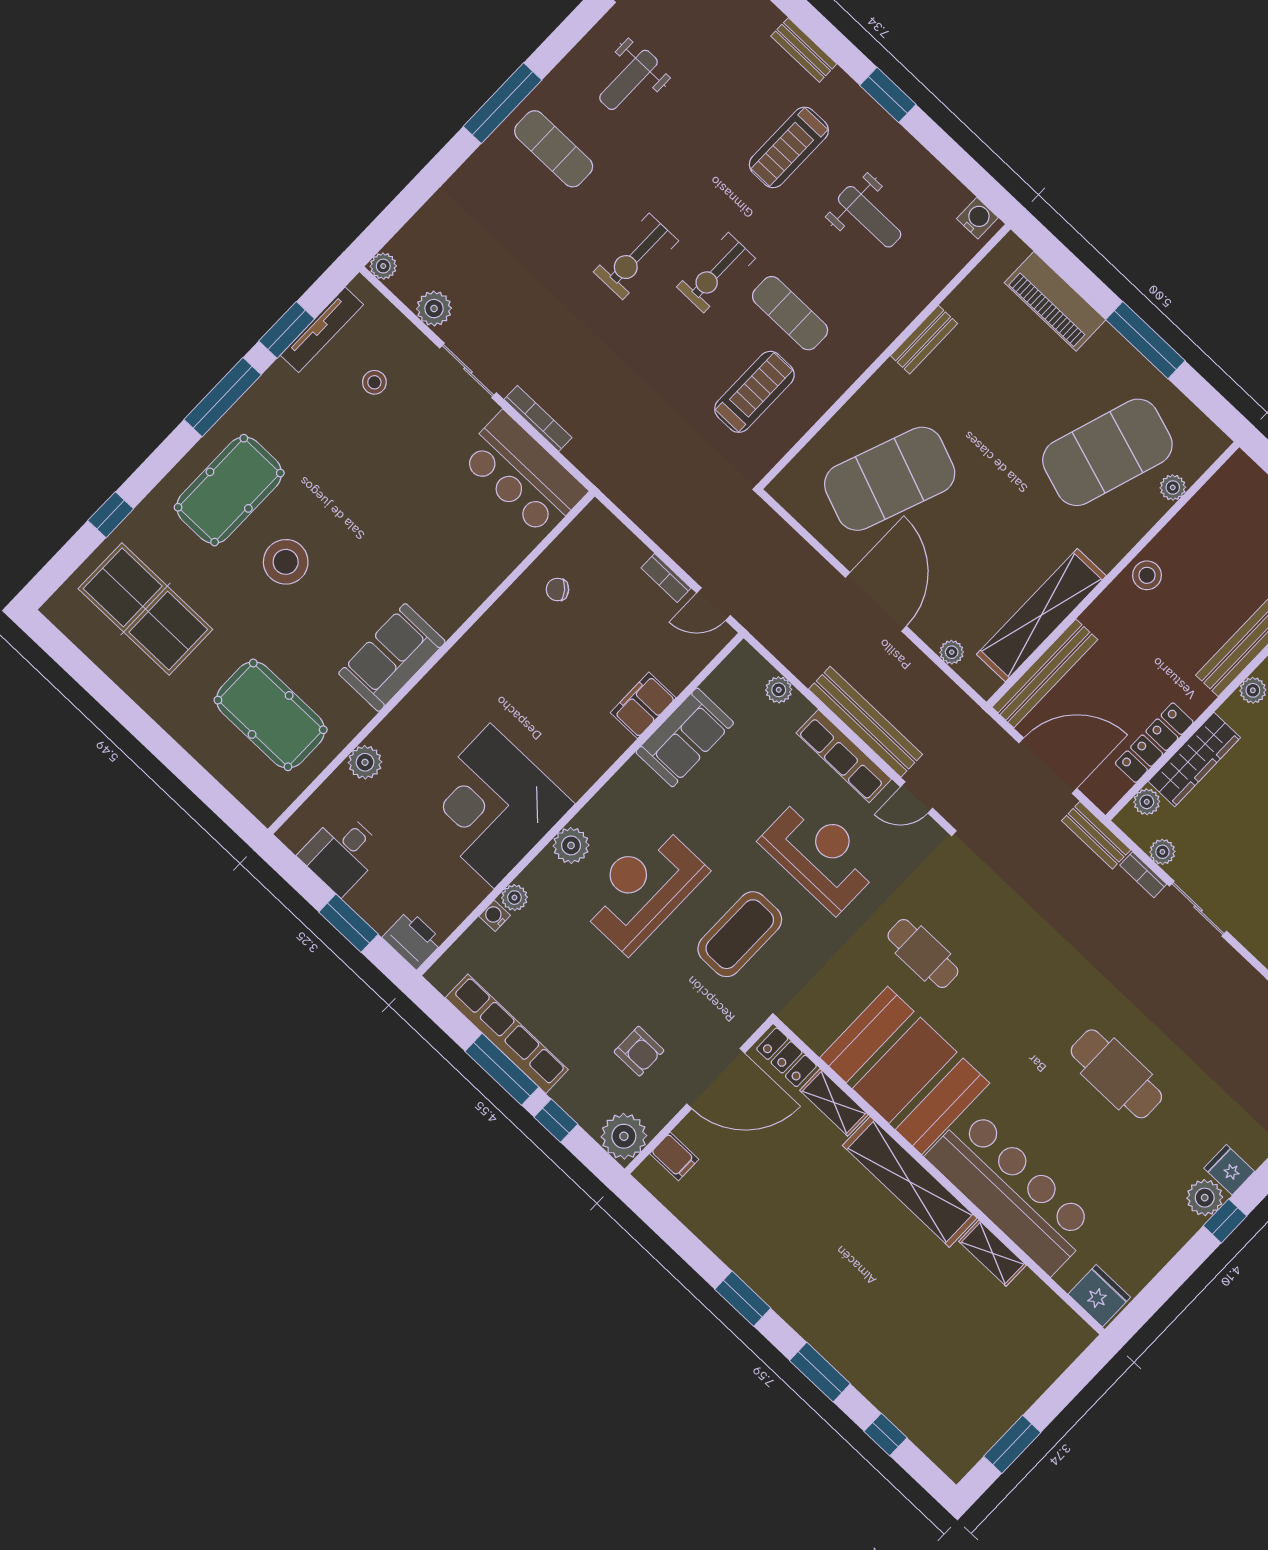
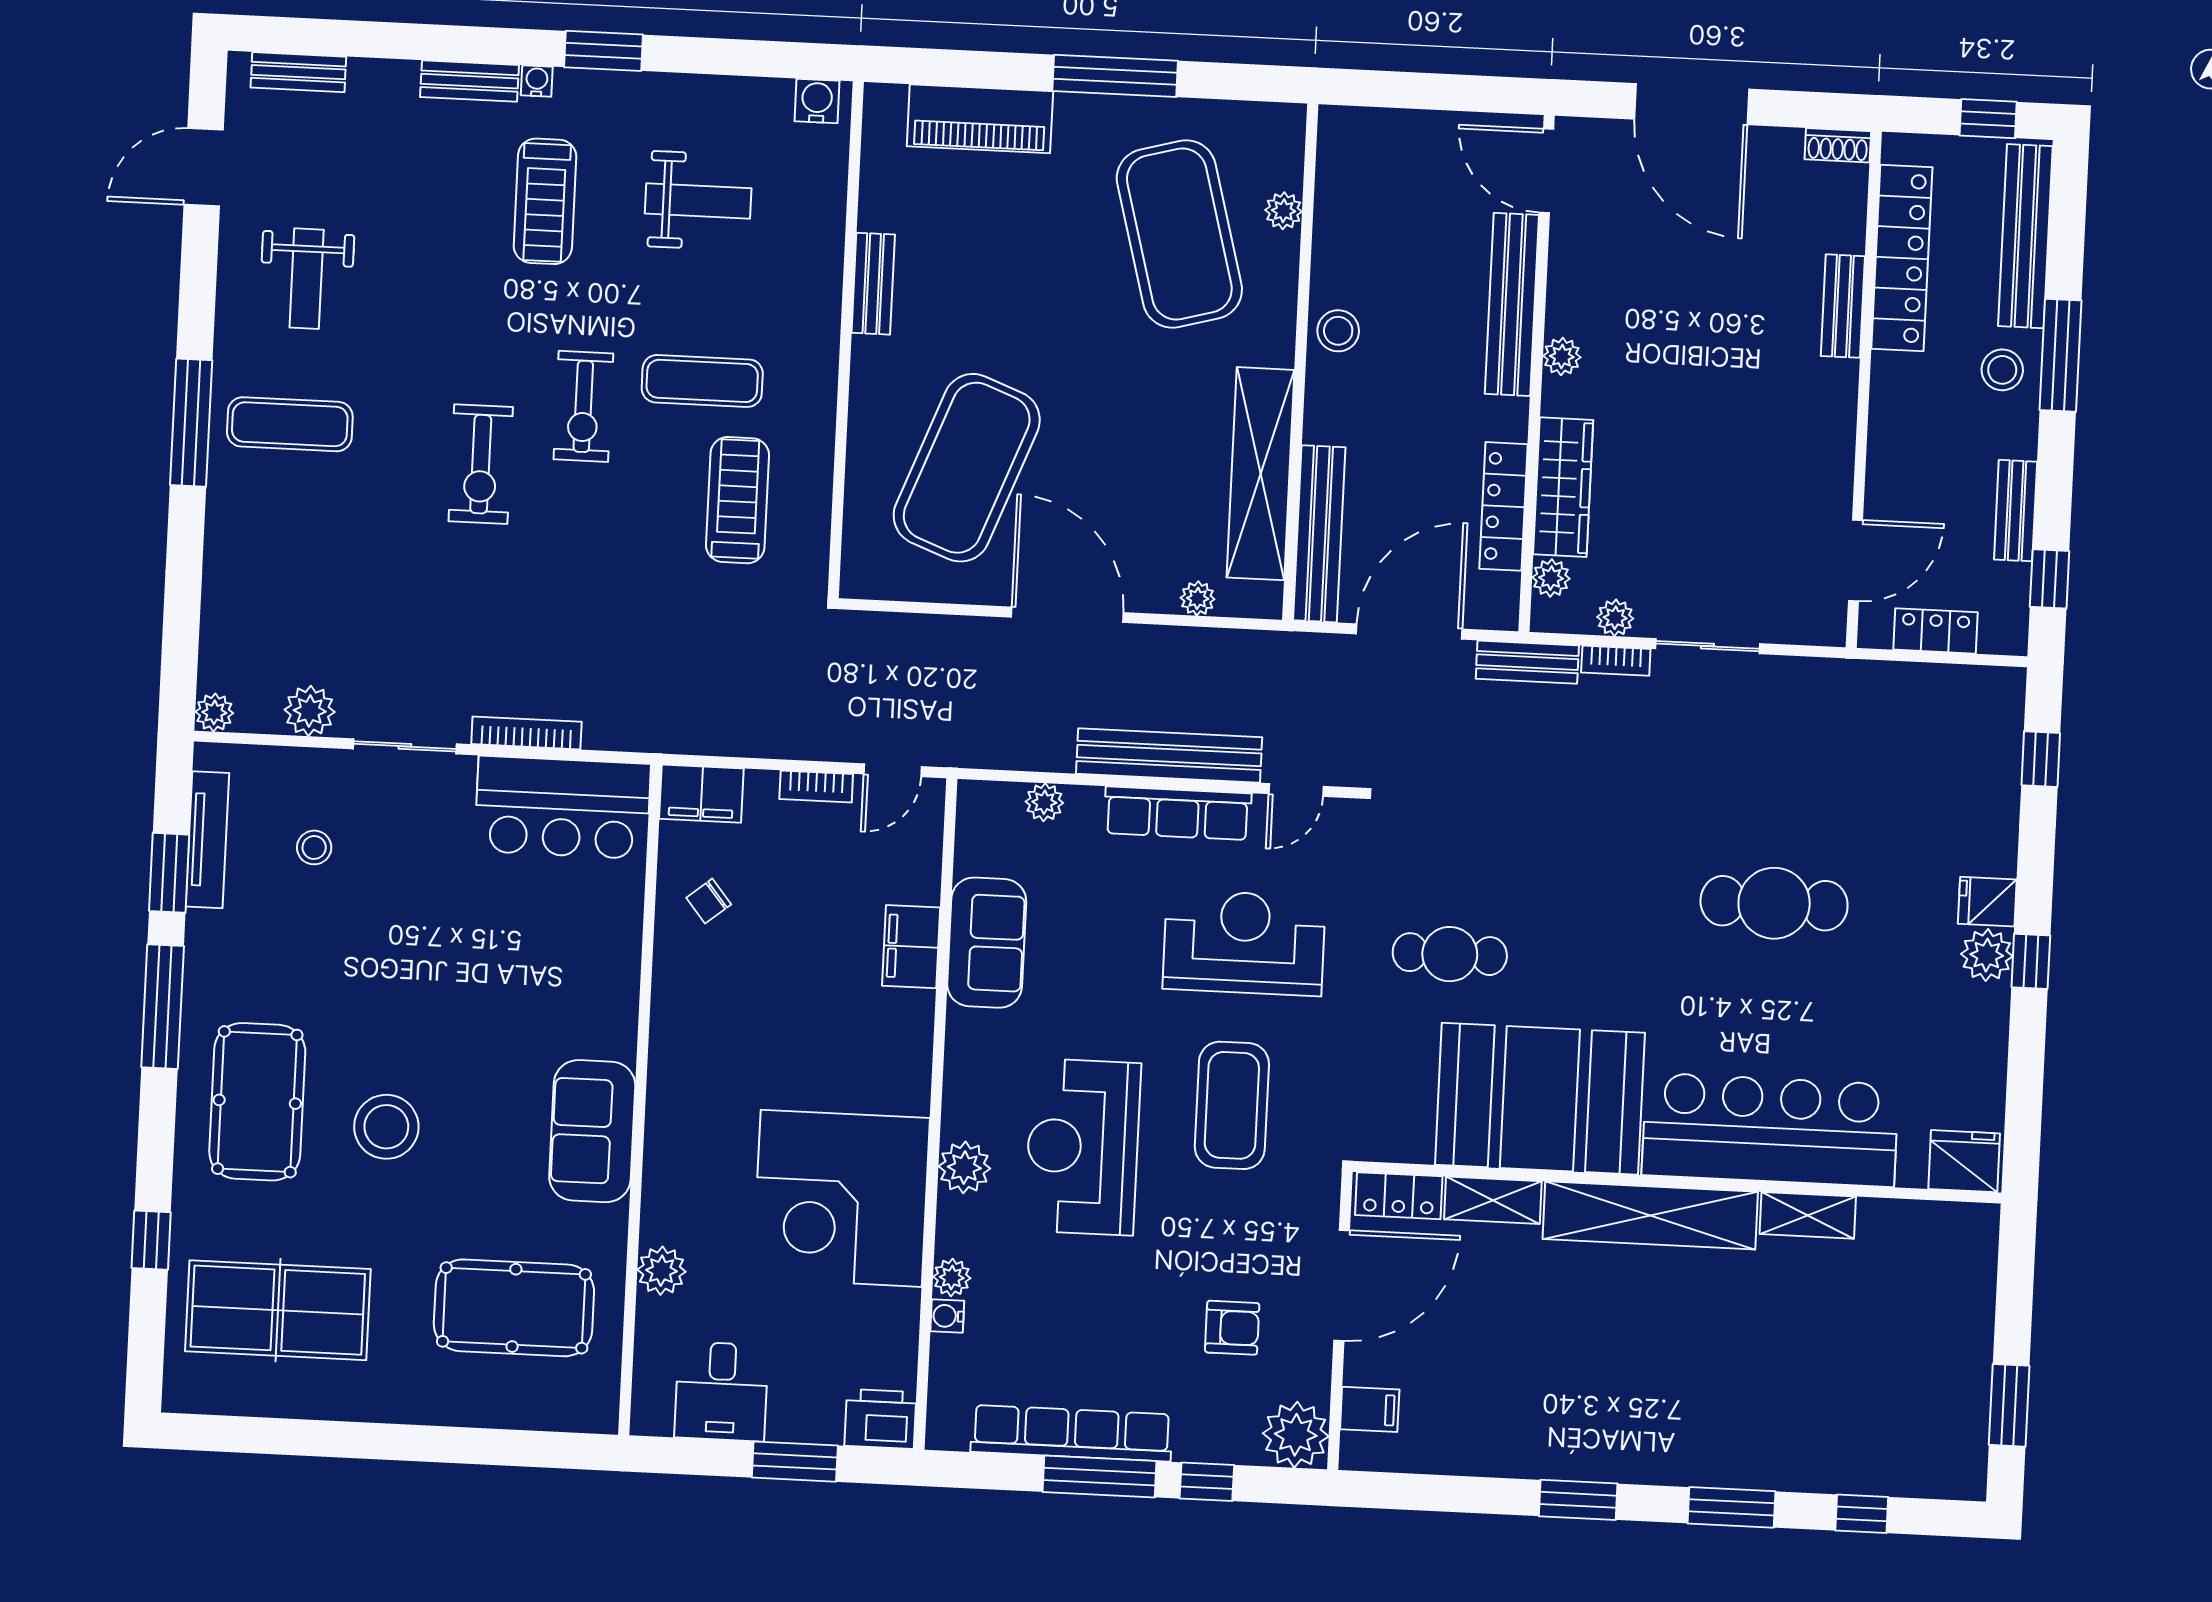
water cooler: (839, 81) -> (537, 81), added
exercise mat: (1107, 452) -> (1179, 234), turned -33
filing cabinet: (602, 530) -> (701, 794), added

